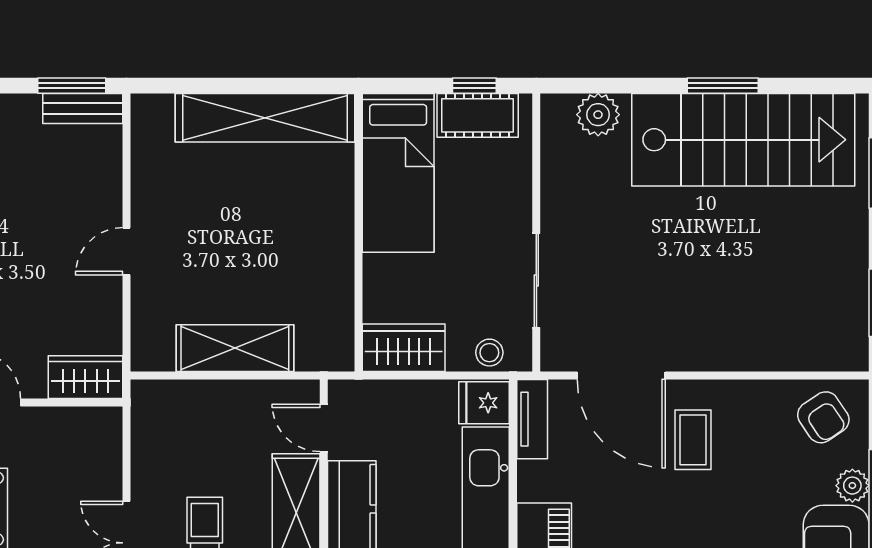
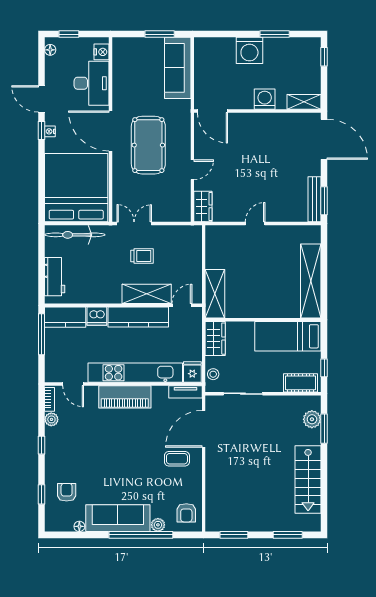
window: (723, 86) -> (324, 429), moved
bench: (83, 109) -> (314, 199), width x1.36
cot: (478, 115) -> (300, 383), moved, turned 90
stairs: (743, 140) -> (308, 480), width x0.73, depth x0.66
door: (126, 251) -> (255, 223), hinge flipped
shelving: (235, 348) -> (215, 294), moved
armchair: (823, 417) -> (186, 513), turned -56

